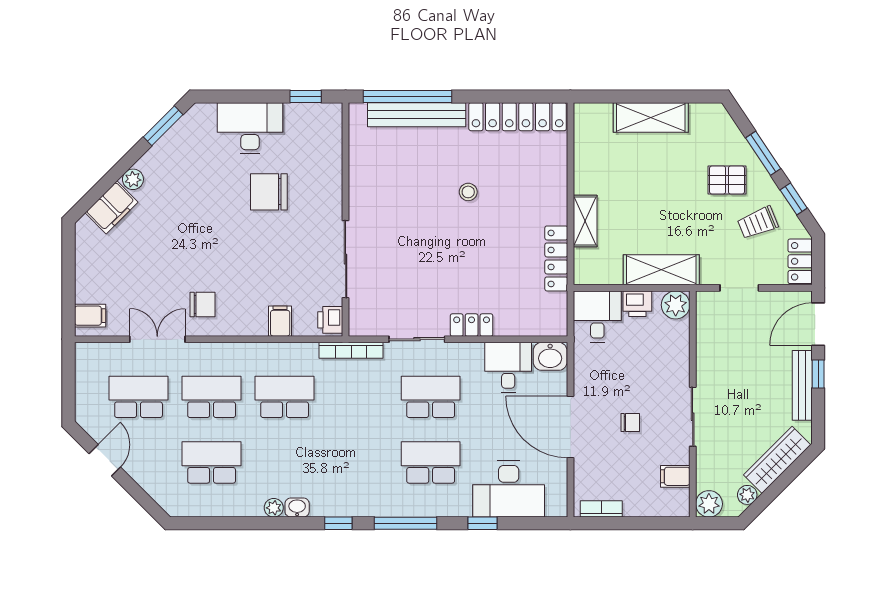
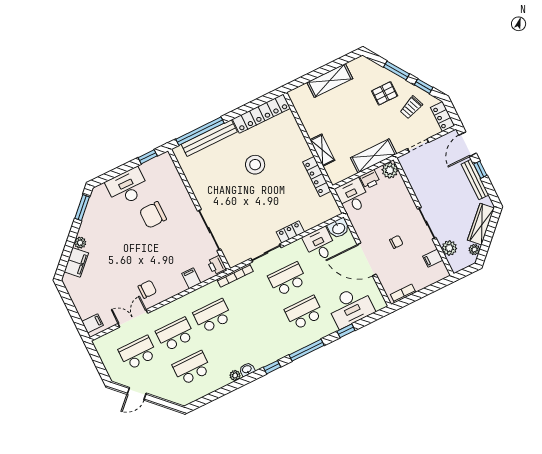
stool: (468, 192) -> (255, 165), width x1.89, depth x1.89
door: (105, 460) -> (137, 394), swing flipped
plant: (709, 504) -> (449, 248), moved

